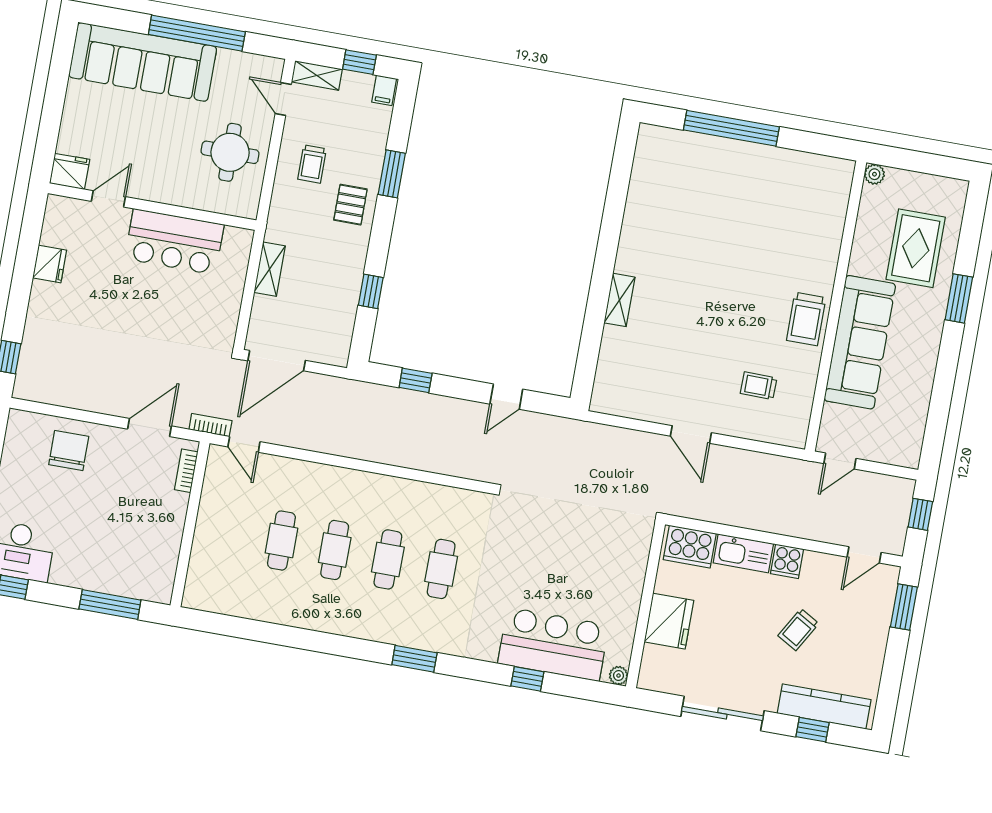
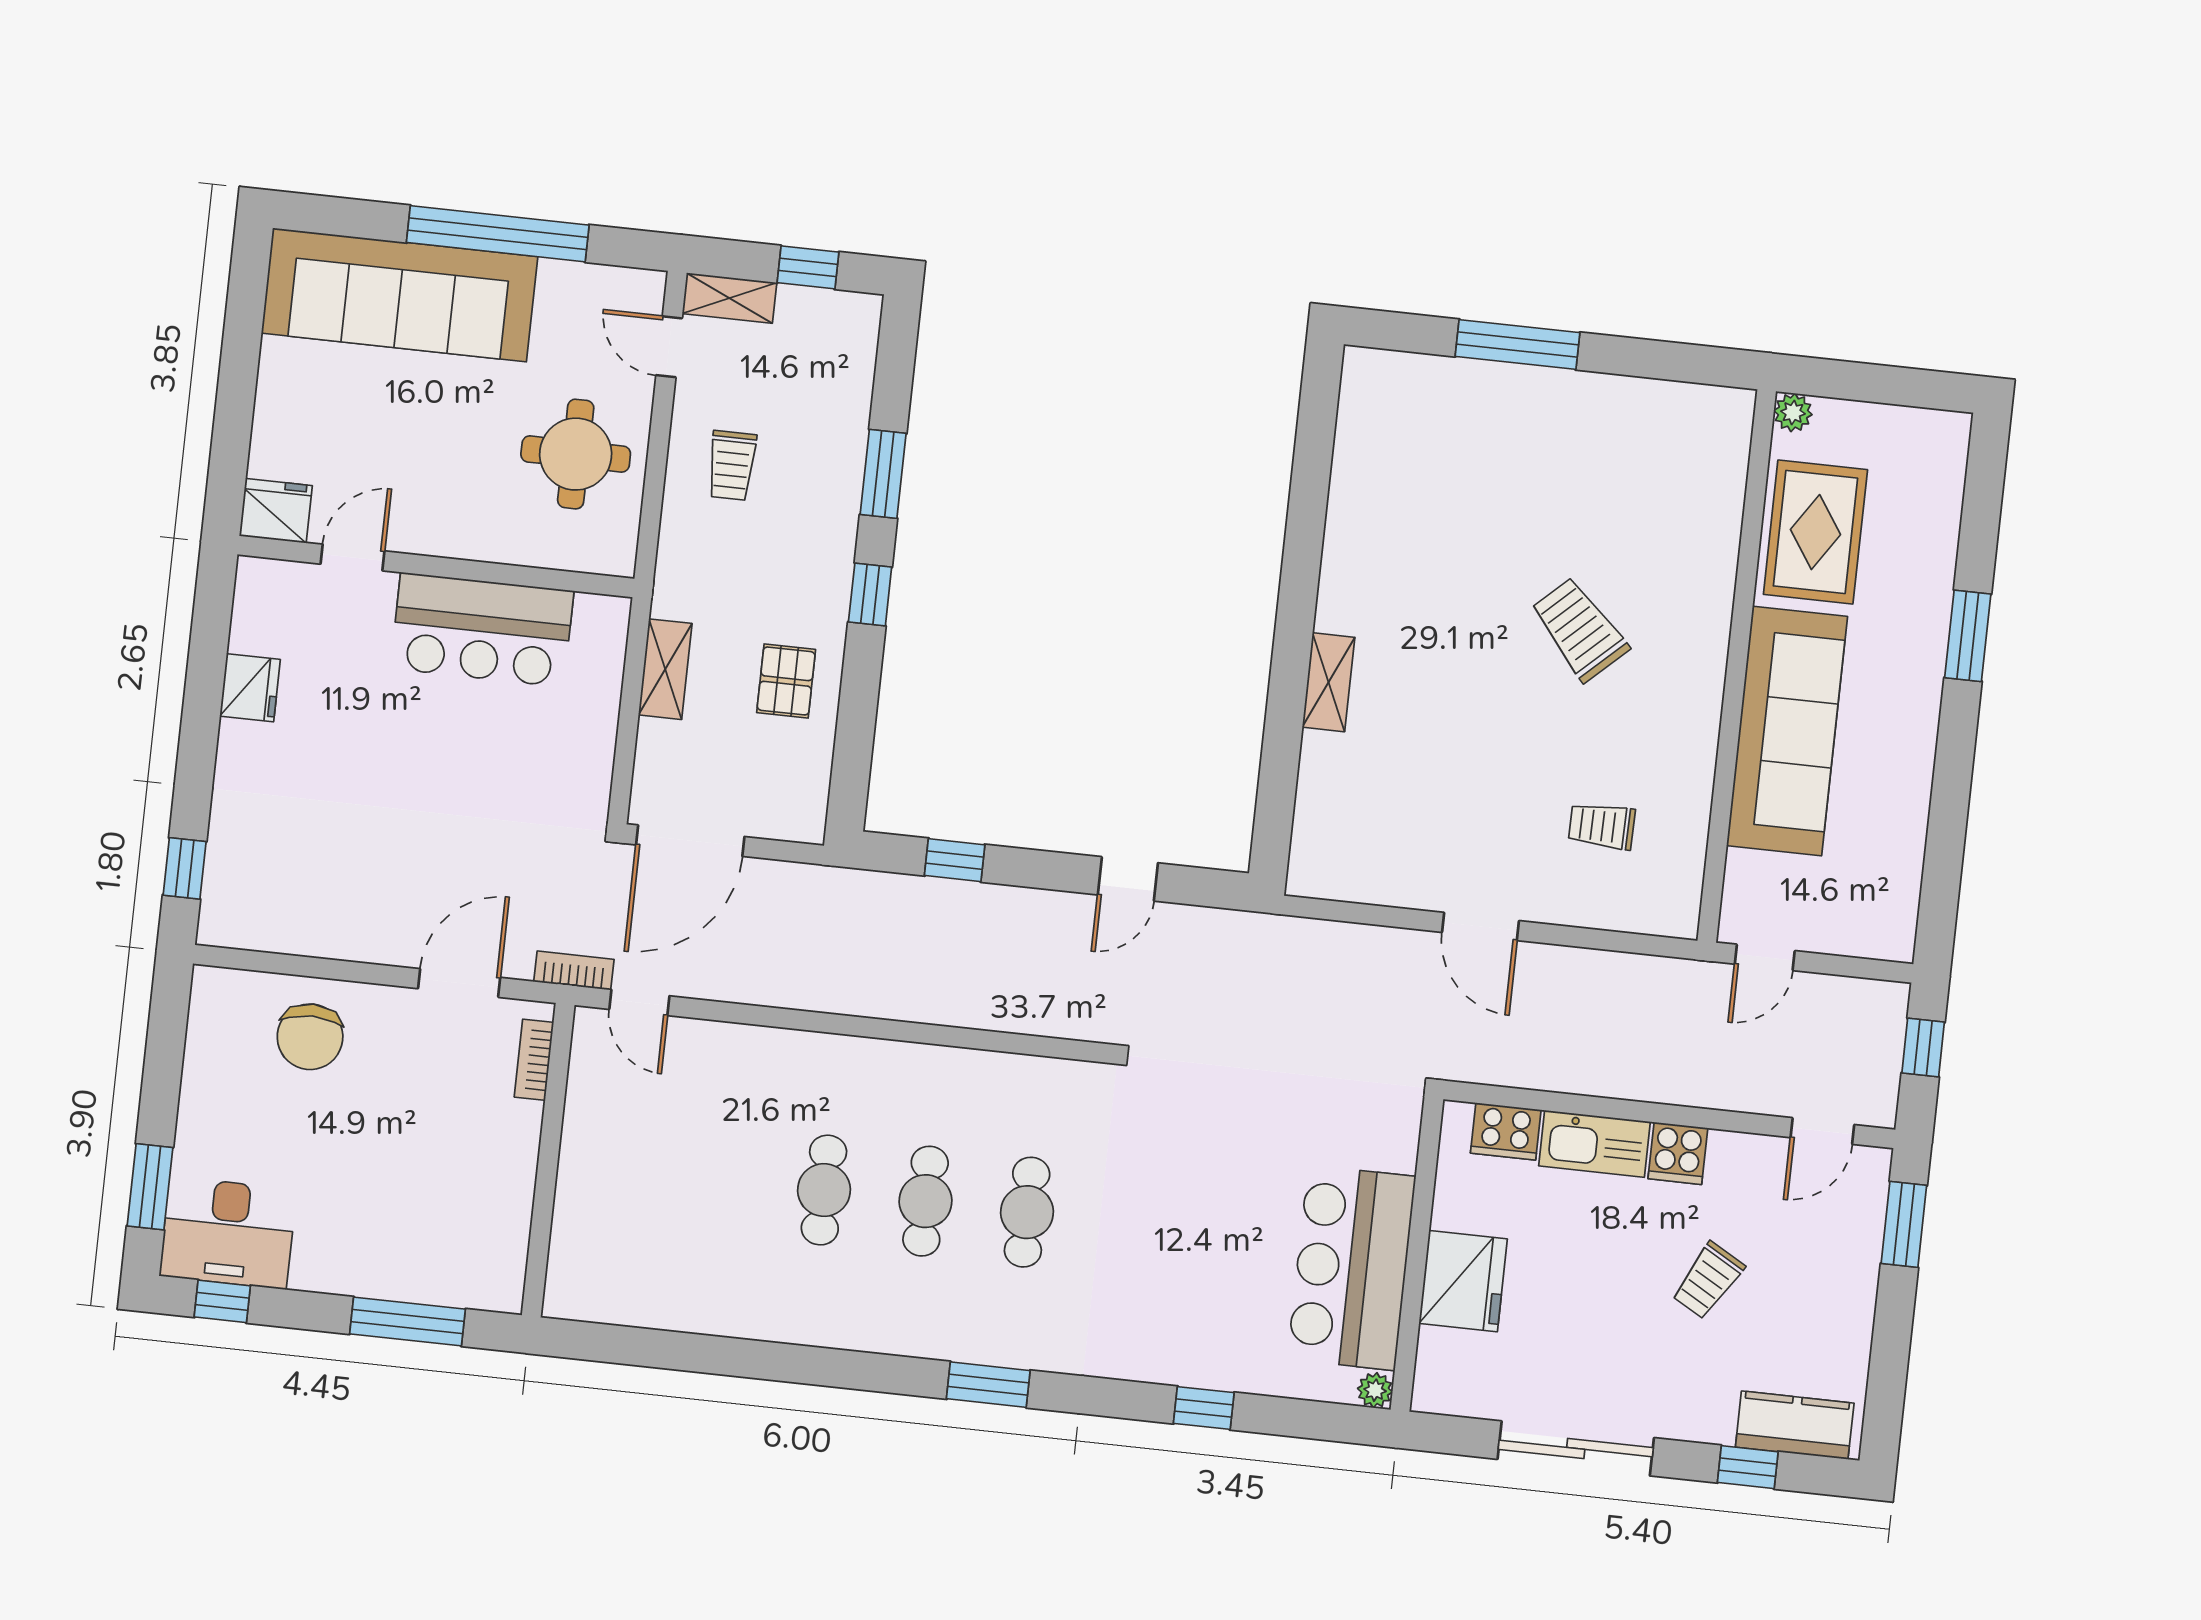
filing cabinet: (384, 90) -> (858, 317), removed
window: (731, 128) -> (1518, 345), width x0.68
pallet: (350, 205) -> (786, 681), moved
rug: (916, 248) -> (1815, 532), moved
window: (371, 291) -> (870, 594), moved
trolley: (806, 319) -> (1580, 629), moved, turned 137
chair: (69, 451) -> (310, 1037), turned 180
cafe table: (281, 541) -> (722, 1179), removed
cooker: (690, 547) -> (1506, 1131), width x0.73, depth x0.76
bar counter: (553, 644) -> (1352, 1268), moved, turned -90
kitchen counter: (824, 706) -> (1795, 1425), width x0.67

